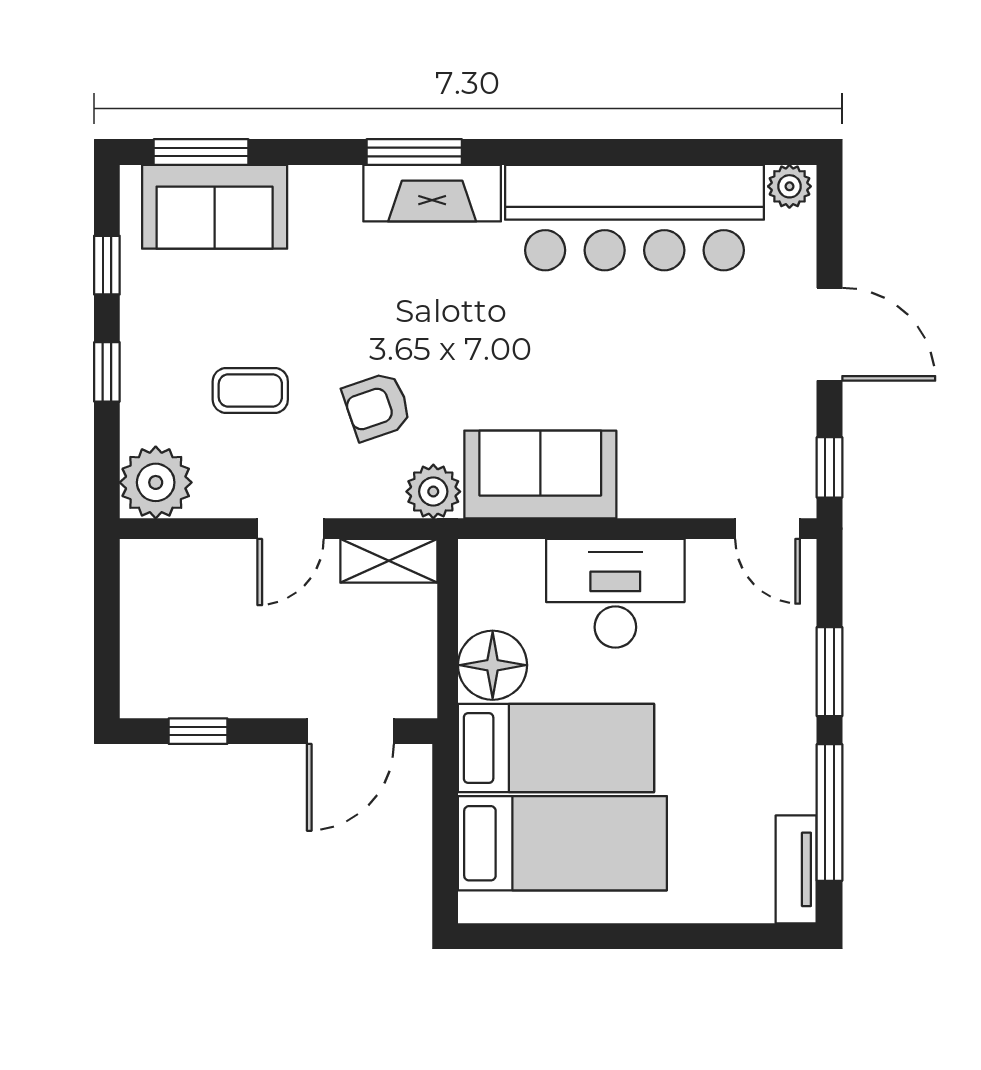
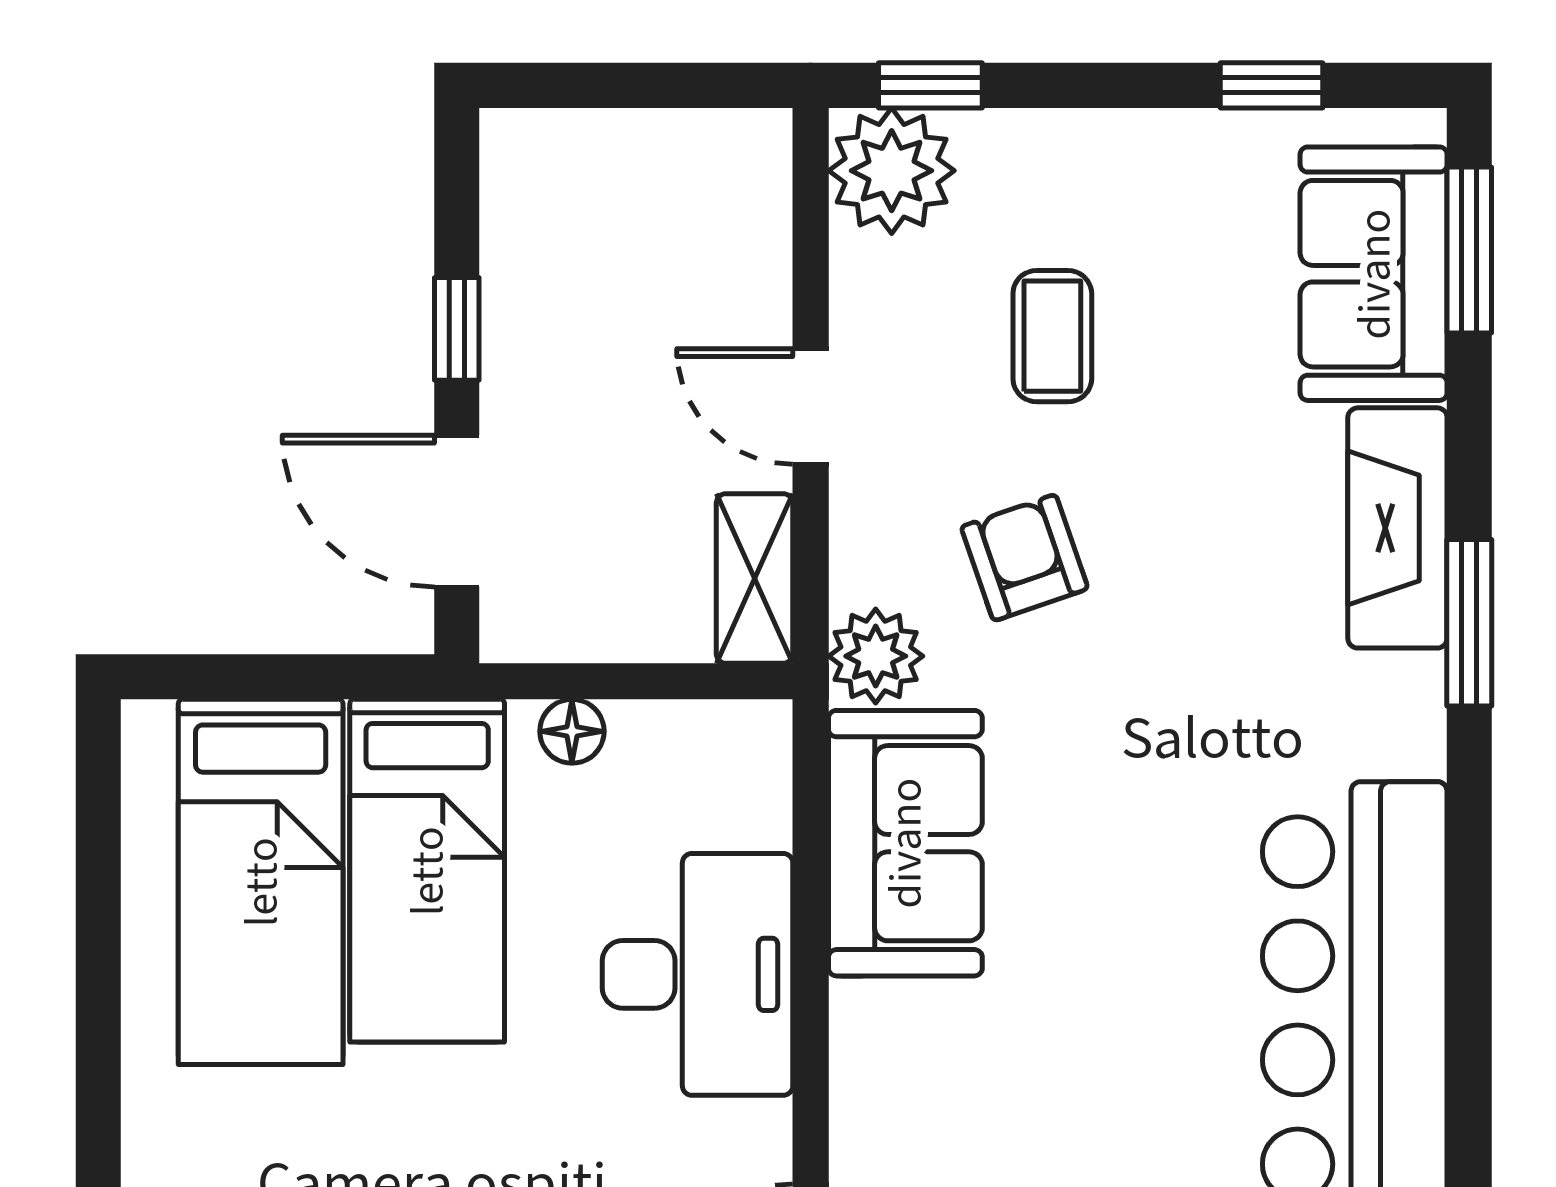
fireplace: (432, 193) -> (1397, 528), moved
window: (107, 372) -> (930, 85), moved
floor lamp: (493, 665) -> (572, 731), width x0.53, depth x0.53
window: (198, 731) -> (457, 329), moved

